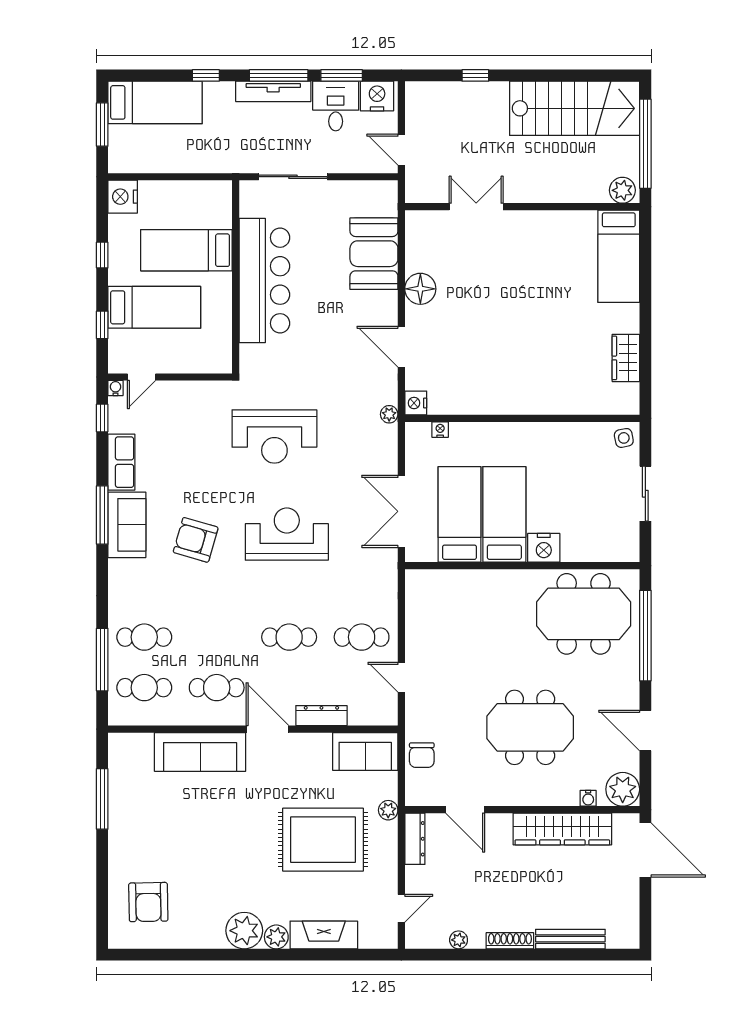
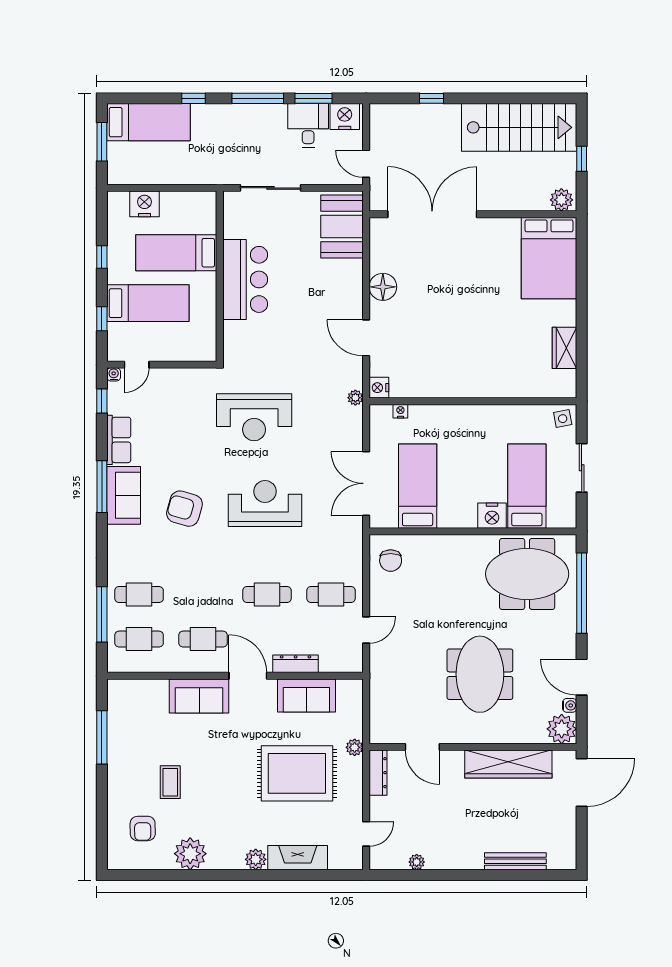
tv unit: (273, 91) -> (253, 112), removed
window: (645, 144) -> (582, 159), width x0.32
nightstand: (123, 197) -> (144, 204), moved, turned 90
double door: (476, 207) -> (432, 214), width x1.87
booth: (374, 254) -> (342, 226), moved
bed: (619, 256) -> (549, 258), width x1.50
bar counter: (264, 280) -> (245, 279), width x0.73
bed: (504, 514) -> (527, 486), moved
door: (401, 677) -> (366, 630), swing flipped
meeting table: (530, 727) -> (480, 674), turned 90
sofa: (365, 751) -> (306, 695), moved
sofa: (200, 752) -> (199, 696), width x0.73
chair: (422, 755) -> (391, 561), moved
water cooler: (588, 798) -> (570, 705), moved, turned -90
coffee table: (180, 850) -> (170, 782), added
door: (645, 850) -> (582, 782), hinge flipped
armchair: (148, 902) -> (143, 829), width x0.72, depth x0.72
plant: (244, 931) -> (190, 854), moved
shoe rack: (510, 941) -> (462, 863), removed

